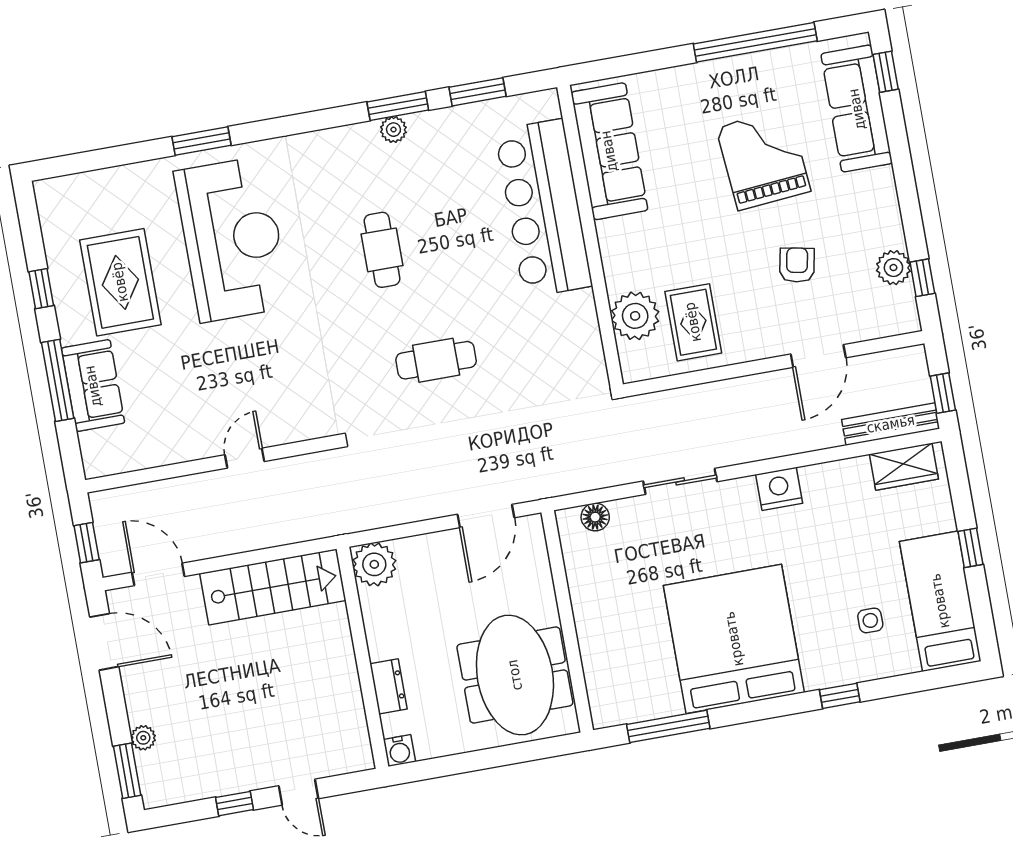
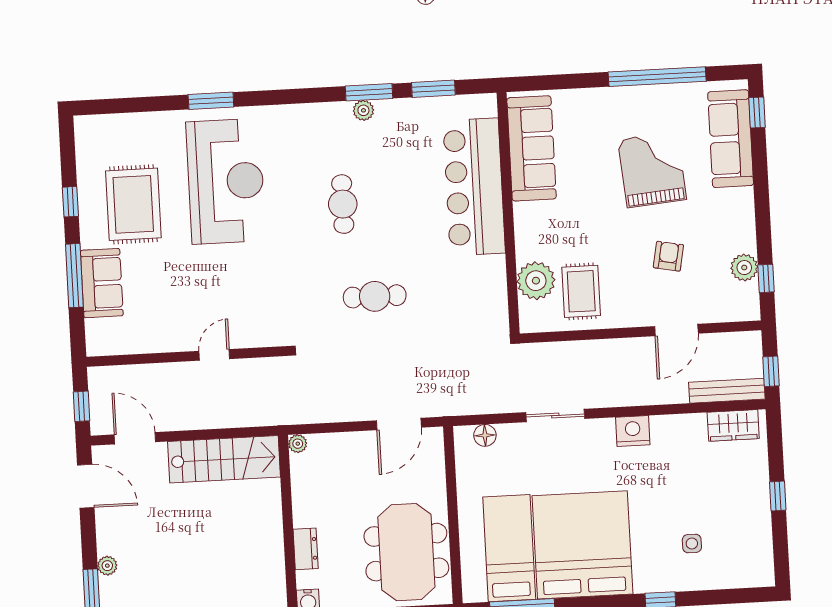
plant: (374, 564) -> (298, 444), width x0.53, depth x0.53
bed: (940, 601) -> (509, 548), moved

